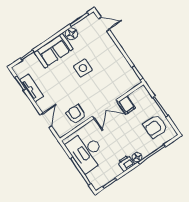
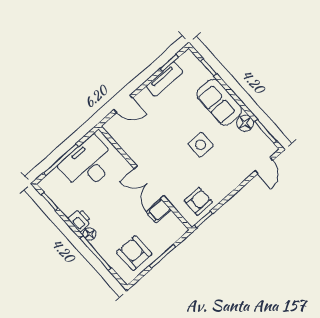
armchair: (76, 114) -> (198, 201), moved

